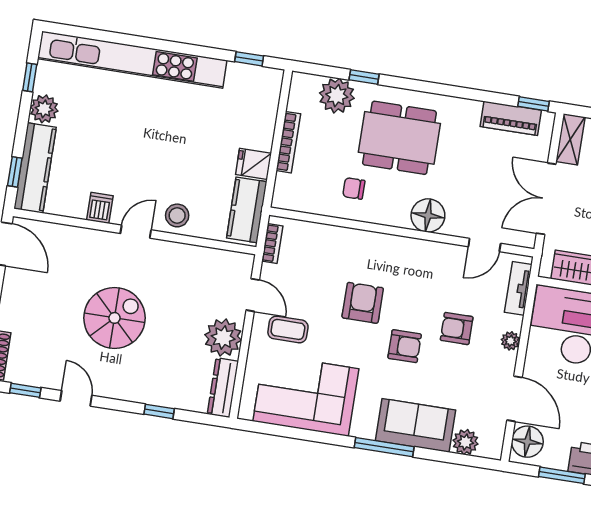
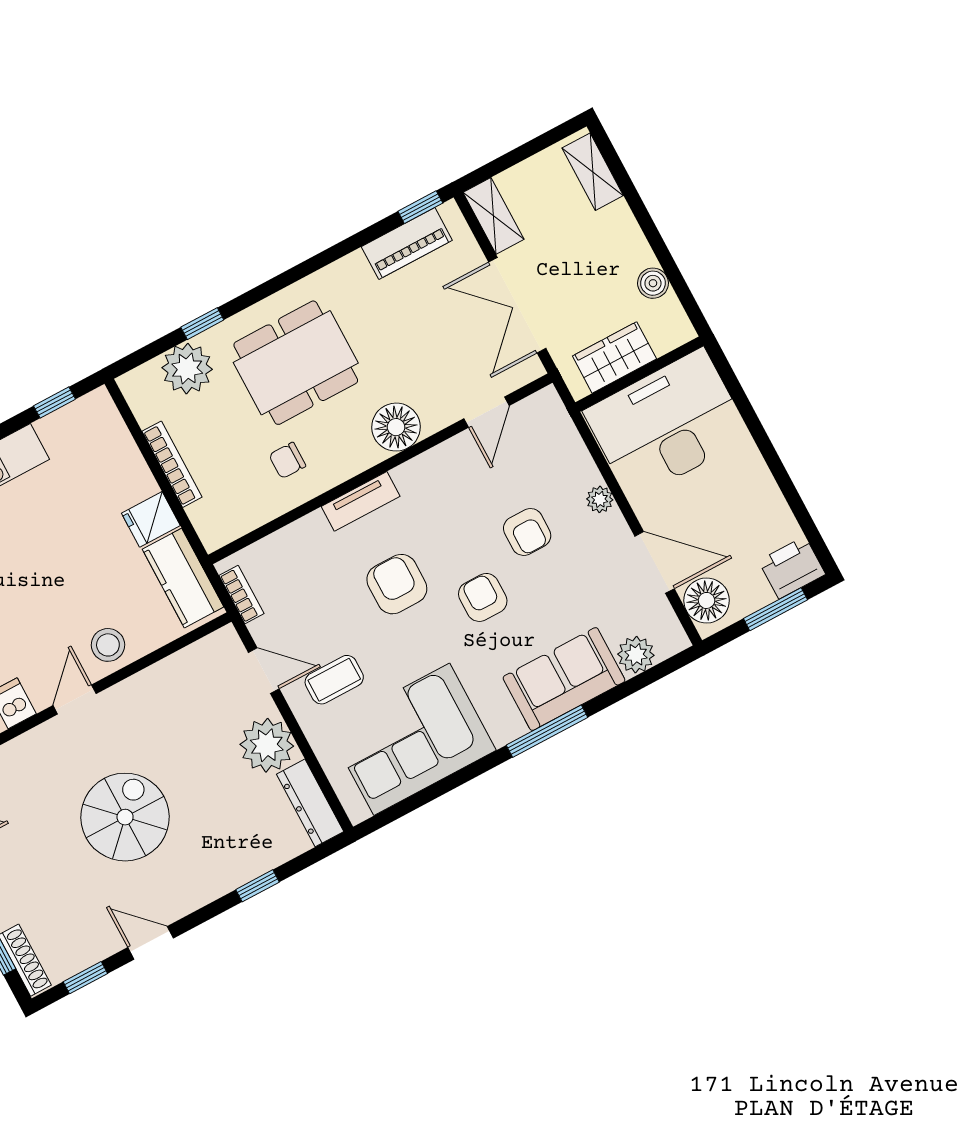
tv unit: (518, 288) -> (361, 501), moved, turned -90
armchair: (457, 328) -> (527, 532), turned -90
armchair: (405, 346) -> (483, 597), turned -90

